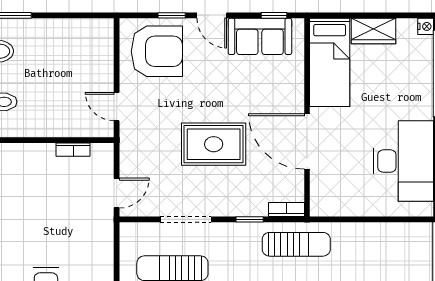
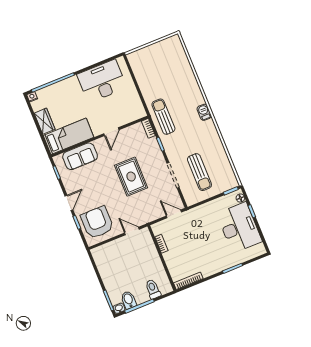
sofa: (260, 36) -> (80, 156), moved, turned 90
door: (117, 107) -> (132, 231), swing flipped
door: (307, 141) -> (111, 132), width x0.53

